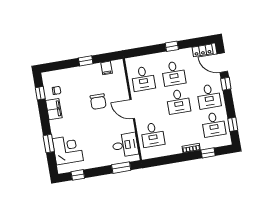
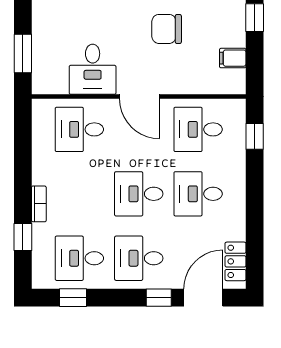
window: (172, 46) -> (255, 136), moved
door: (132, 109) -> (139, 97), swing flipped
desk: (125, 145) -> (93, 69), moved

